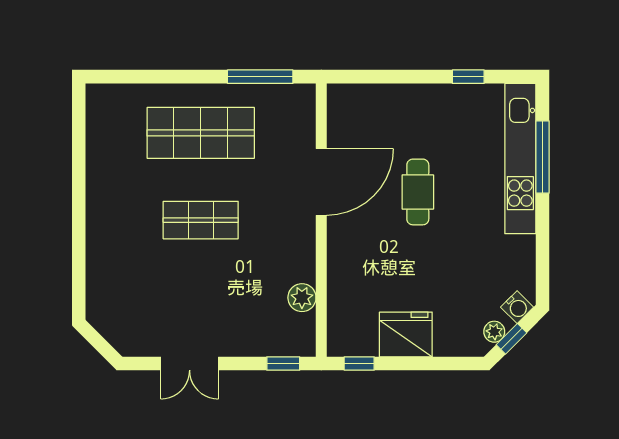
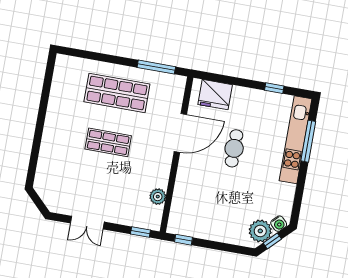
plant: (494, 332) -> (260, 231), width x1.87, depth x1.87
fridge: (406, 334) -> (215, 95), moved, turned 180

